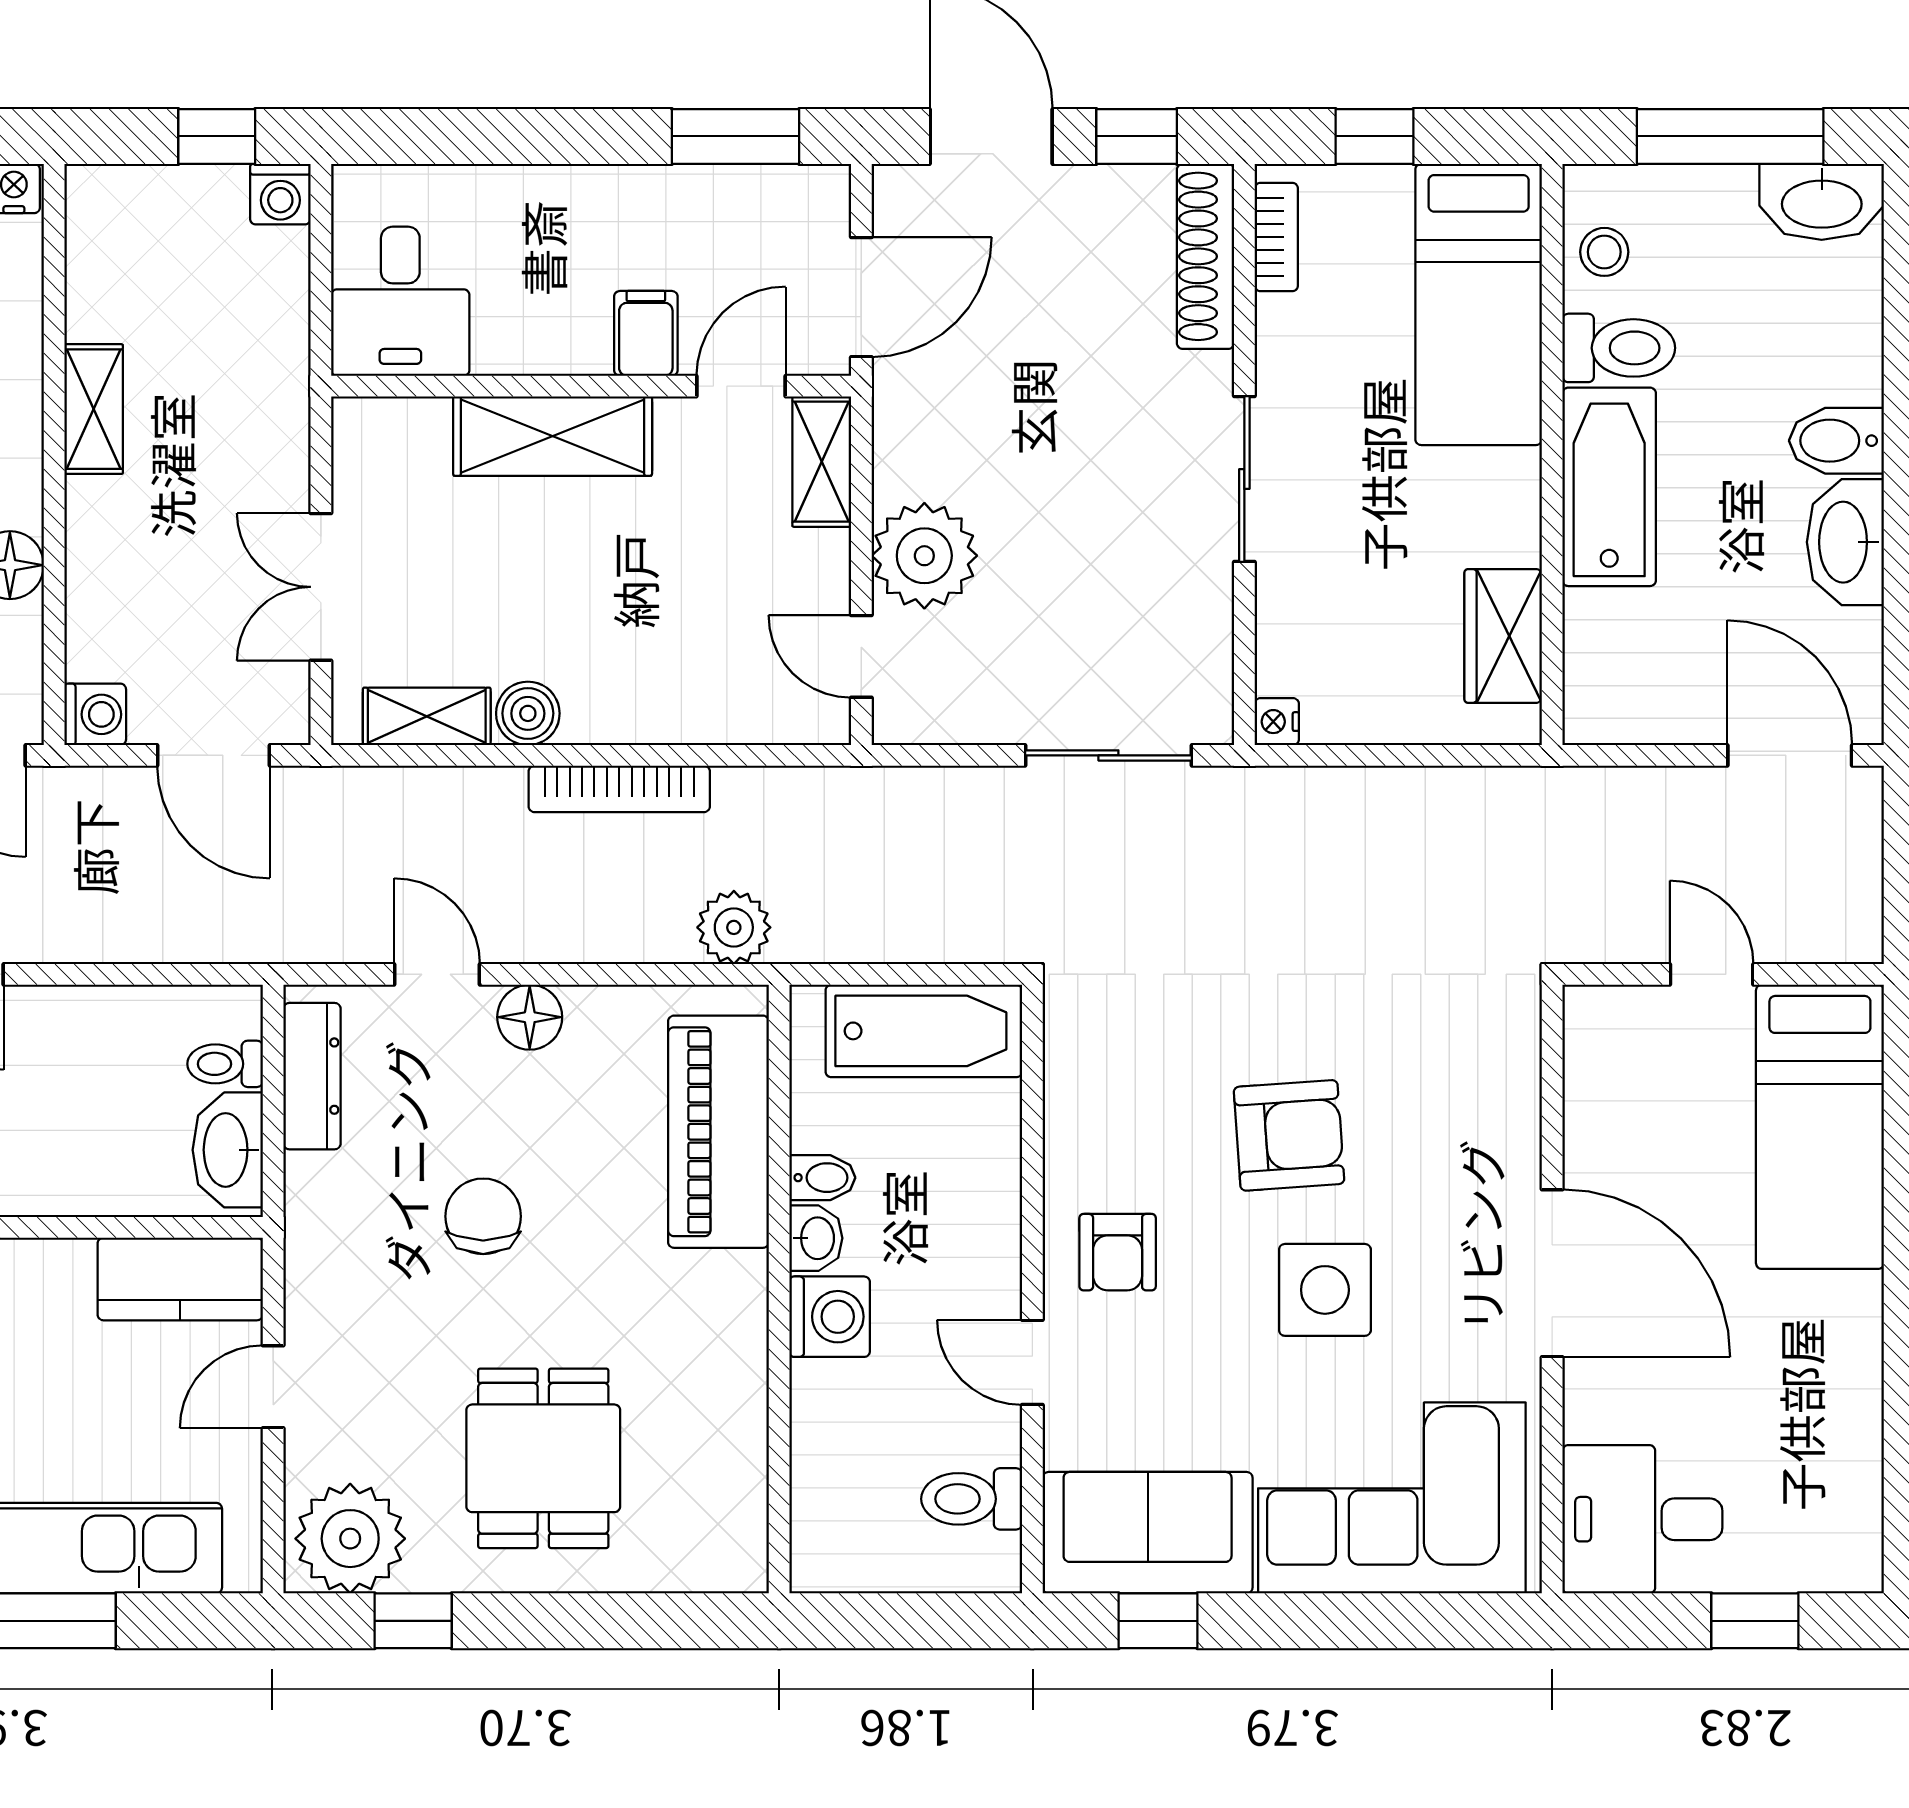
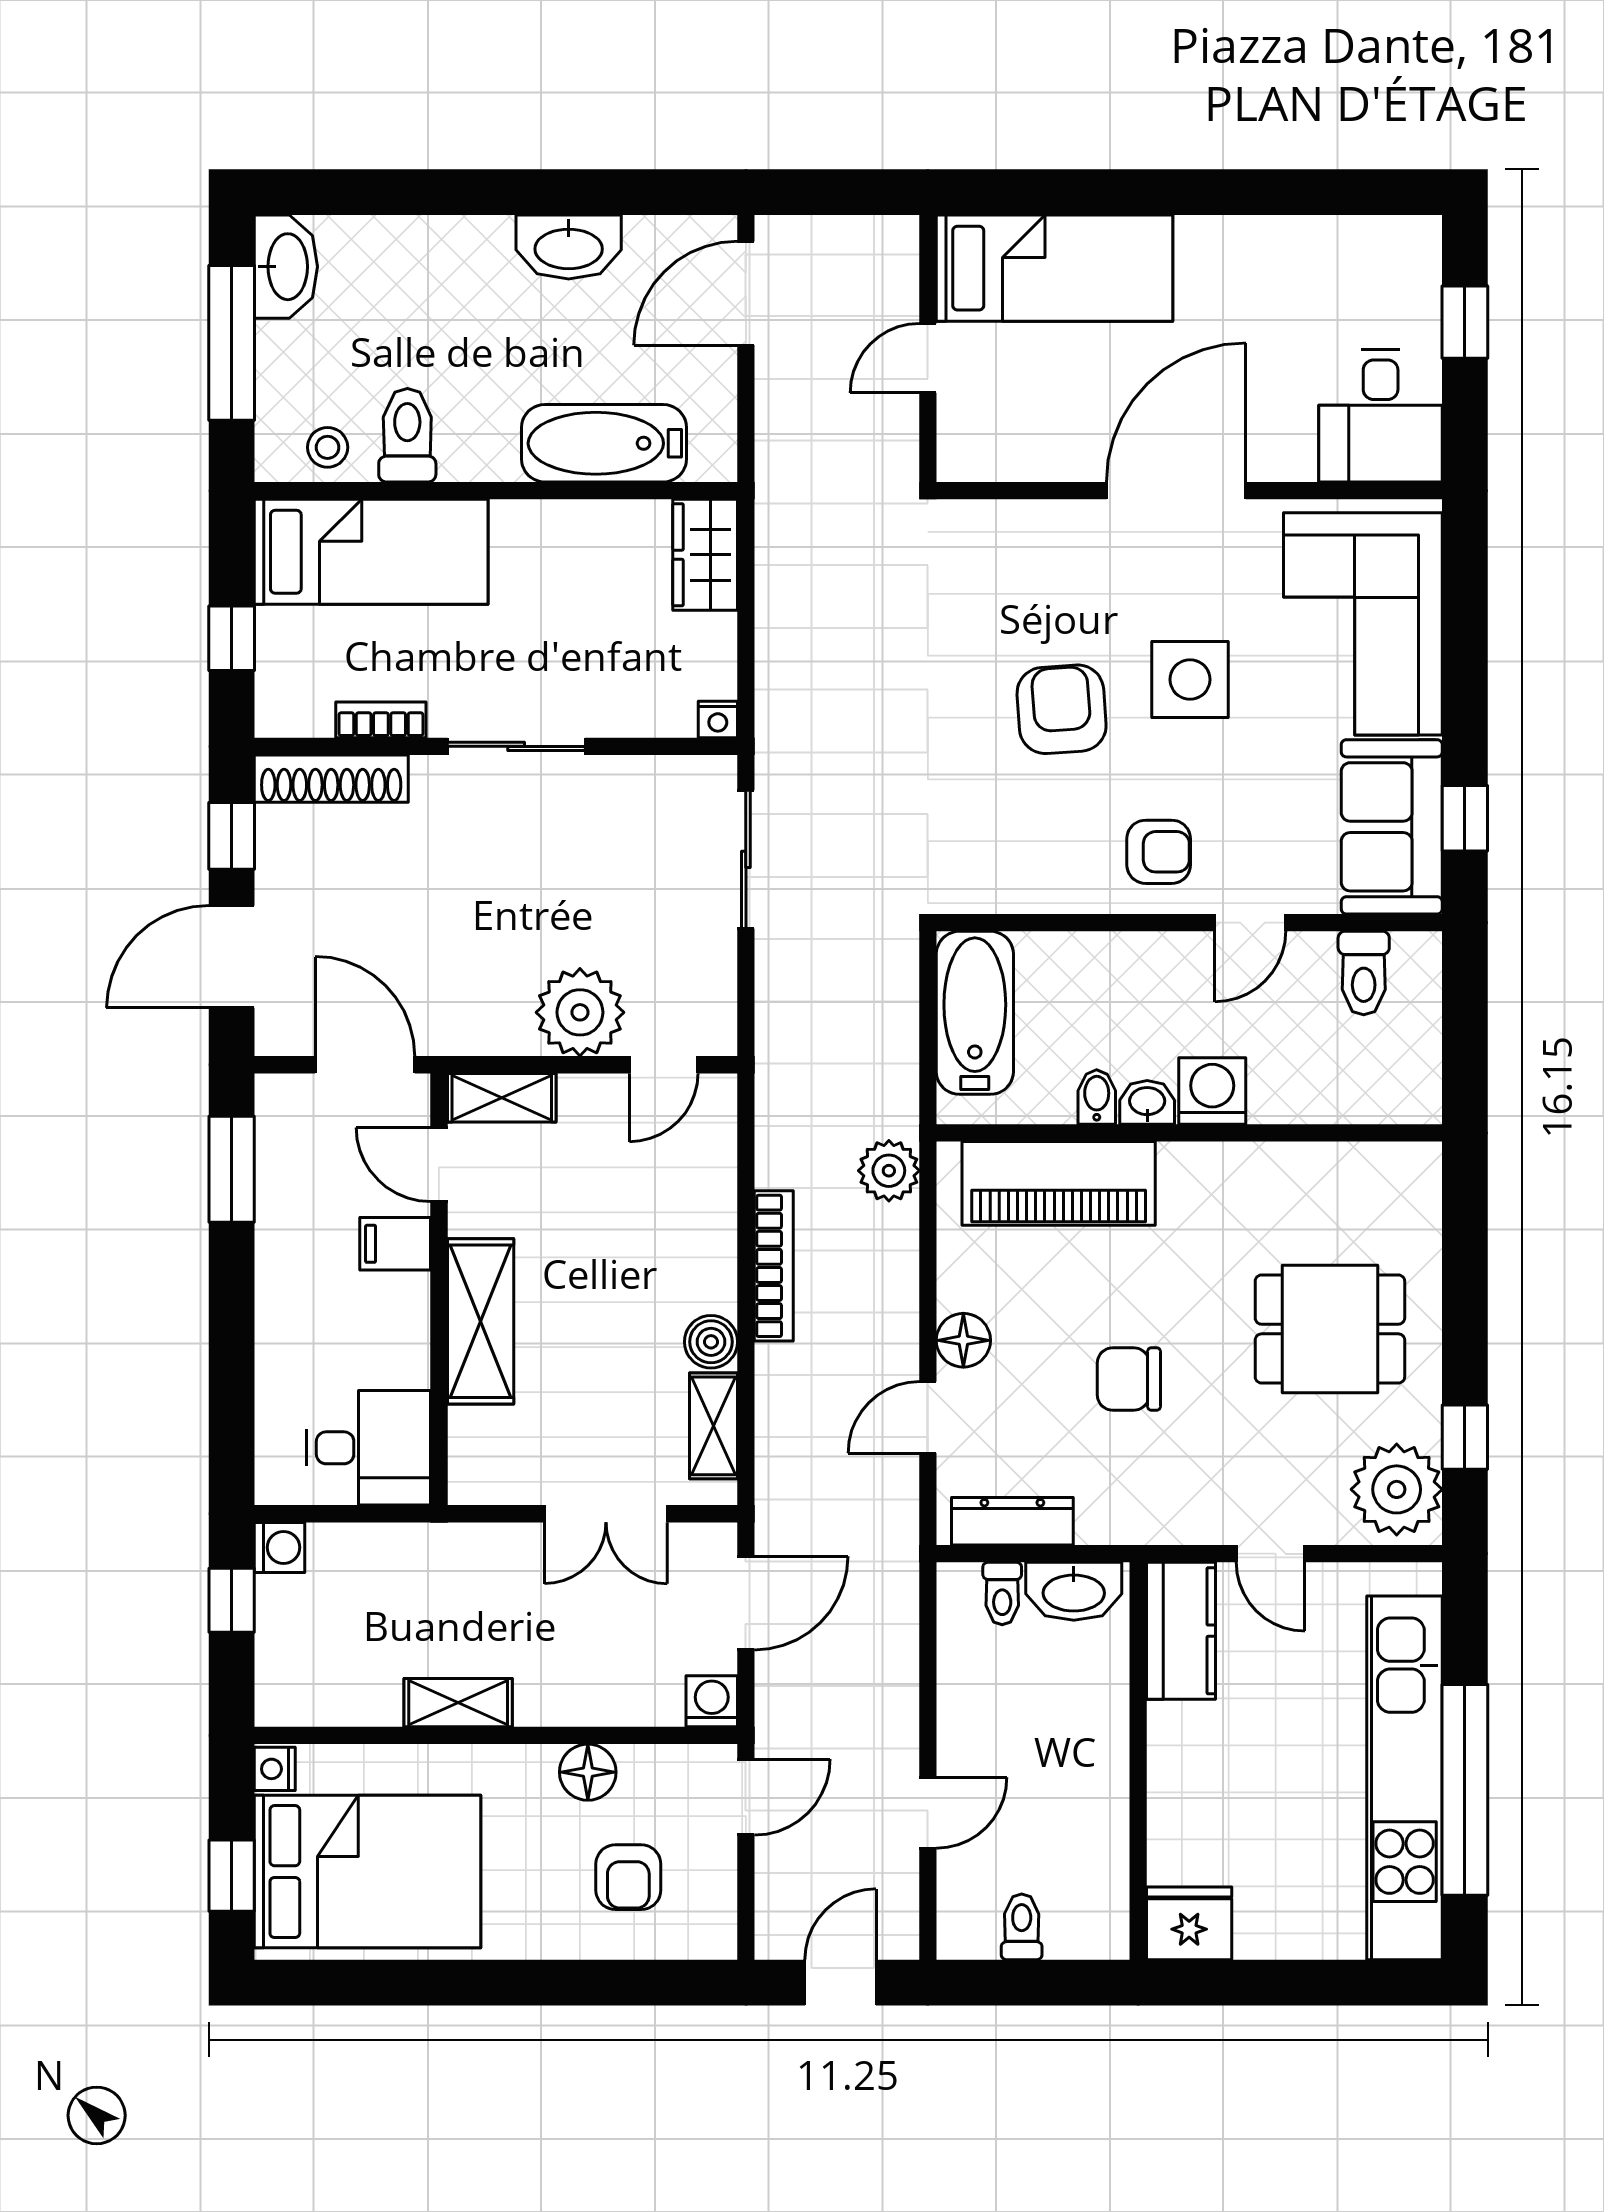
bookcase: (1276, 237) -> (381, 720), moved
bidet: (1836, 441) -> (484, 254), removed
bathtub: (1609, 487) -> (604, 443), moved
wardrobe: (1503, 636) -> (705, 555), moved, turned 90

